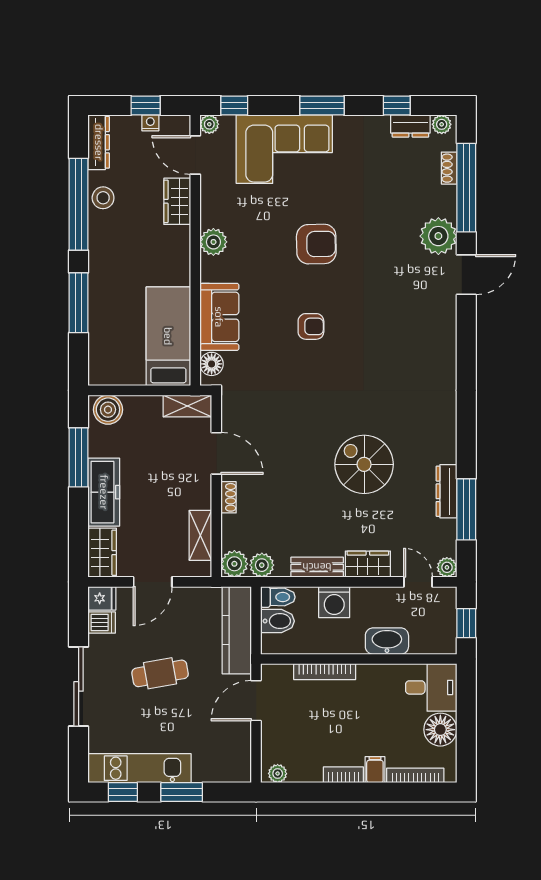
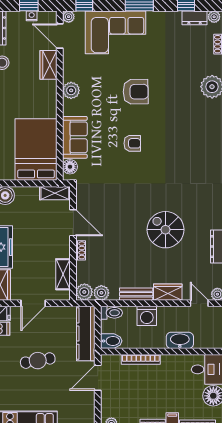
bed: (168, 336) -> (36, 150), width x1.50
bidet: (278, 621) -> (111, 341), moved

